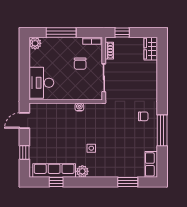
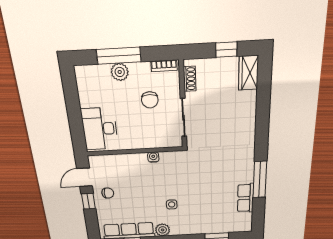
window: (122, 33) -> (226, 50), moved
plant: (35, 43) -> (120, 72), moved
chair: (143, 116) -> (108, 193), moved
window: (24, 153) -> (88, 201), moved
row of seats: (151, 164) -> (246, 198), moved

